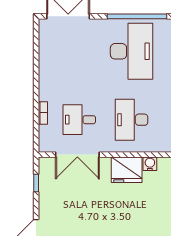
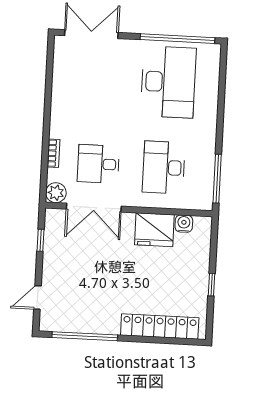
plant: (46, 144) -> (56, 193), added

